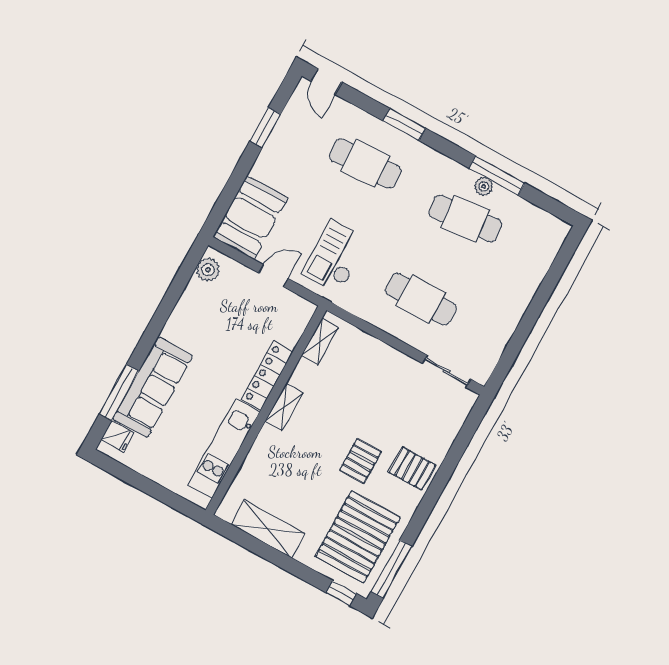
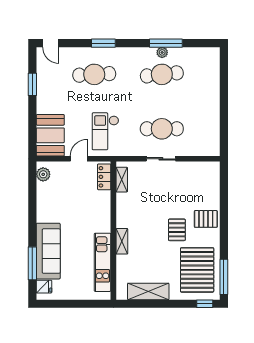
sliding door: (447, 371) -> (161, 159), moved
locker: (267, 376) -> (104, 177), moved, width x0.66
shelving: (284, 407) -> (122, 241), moved

